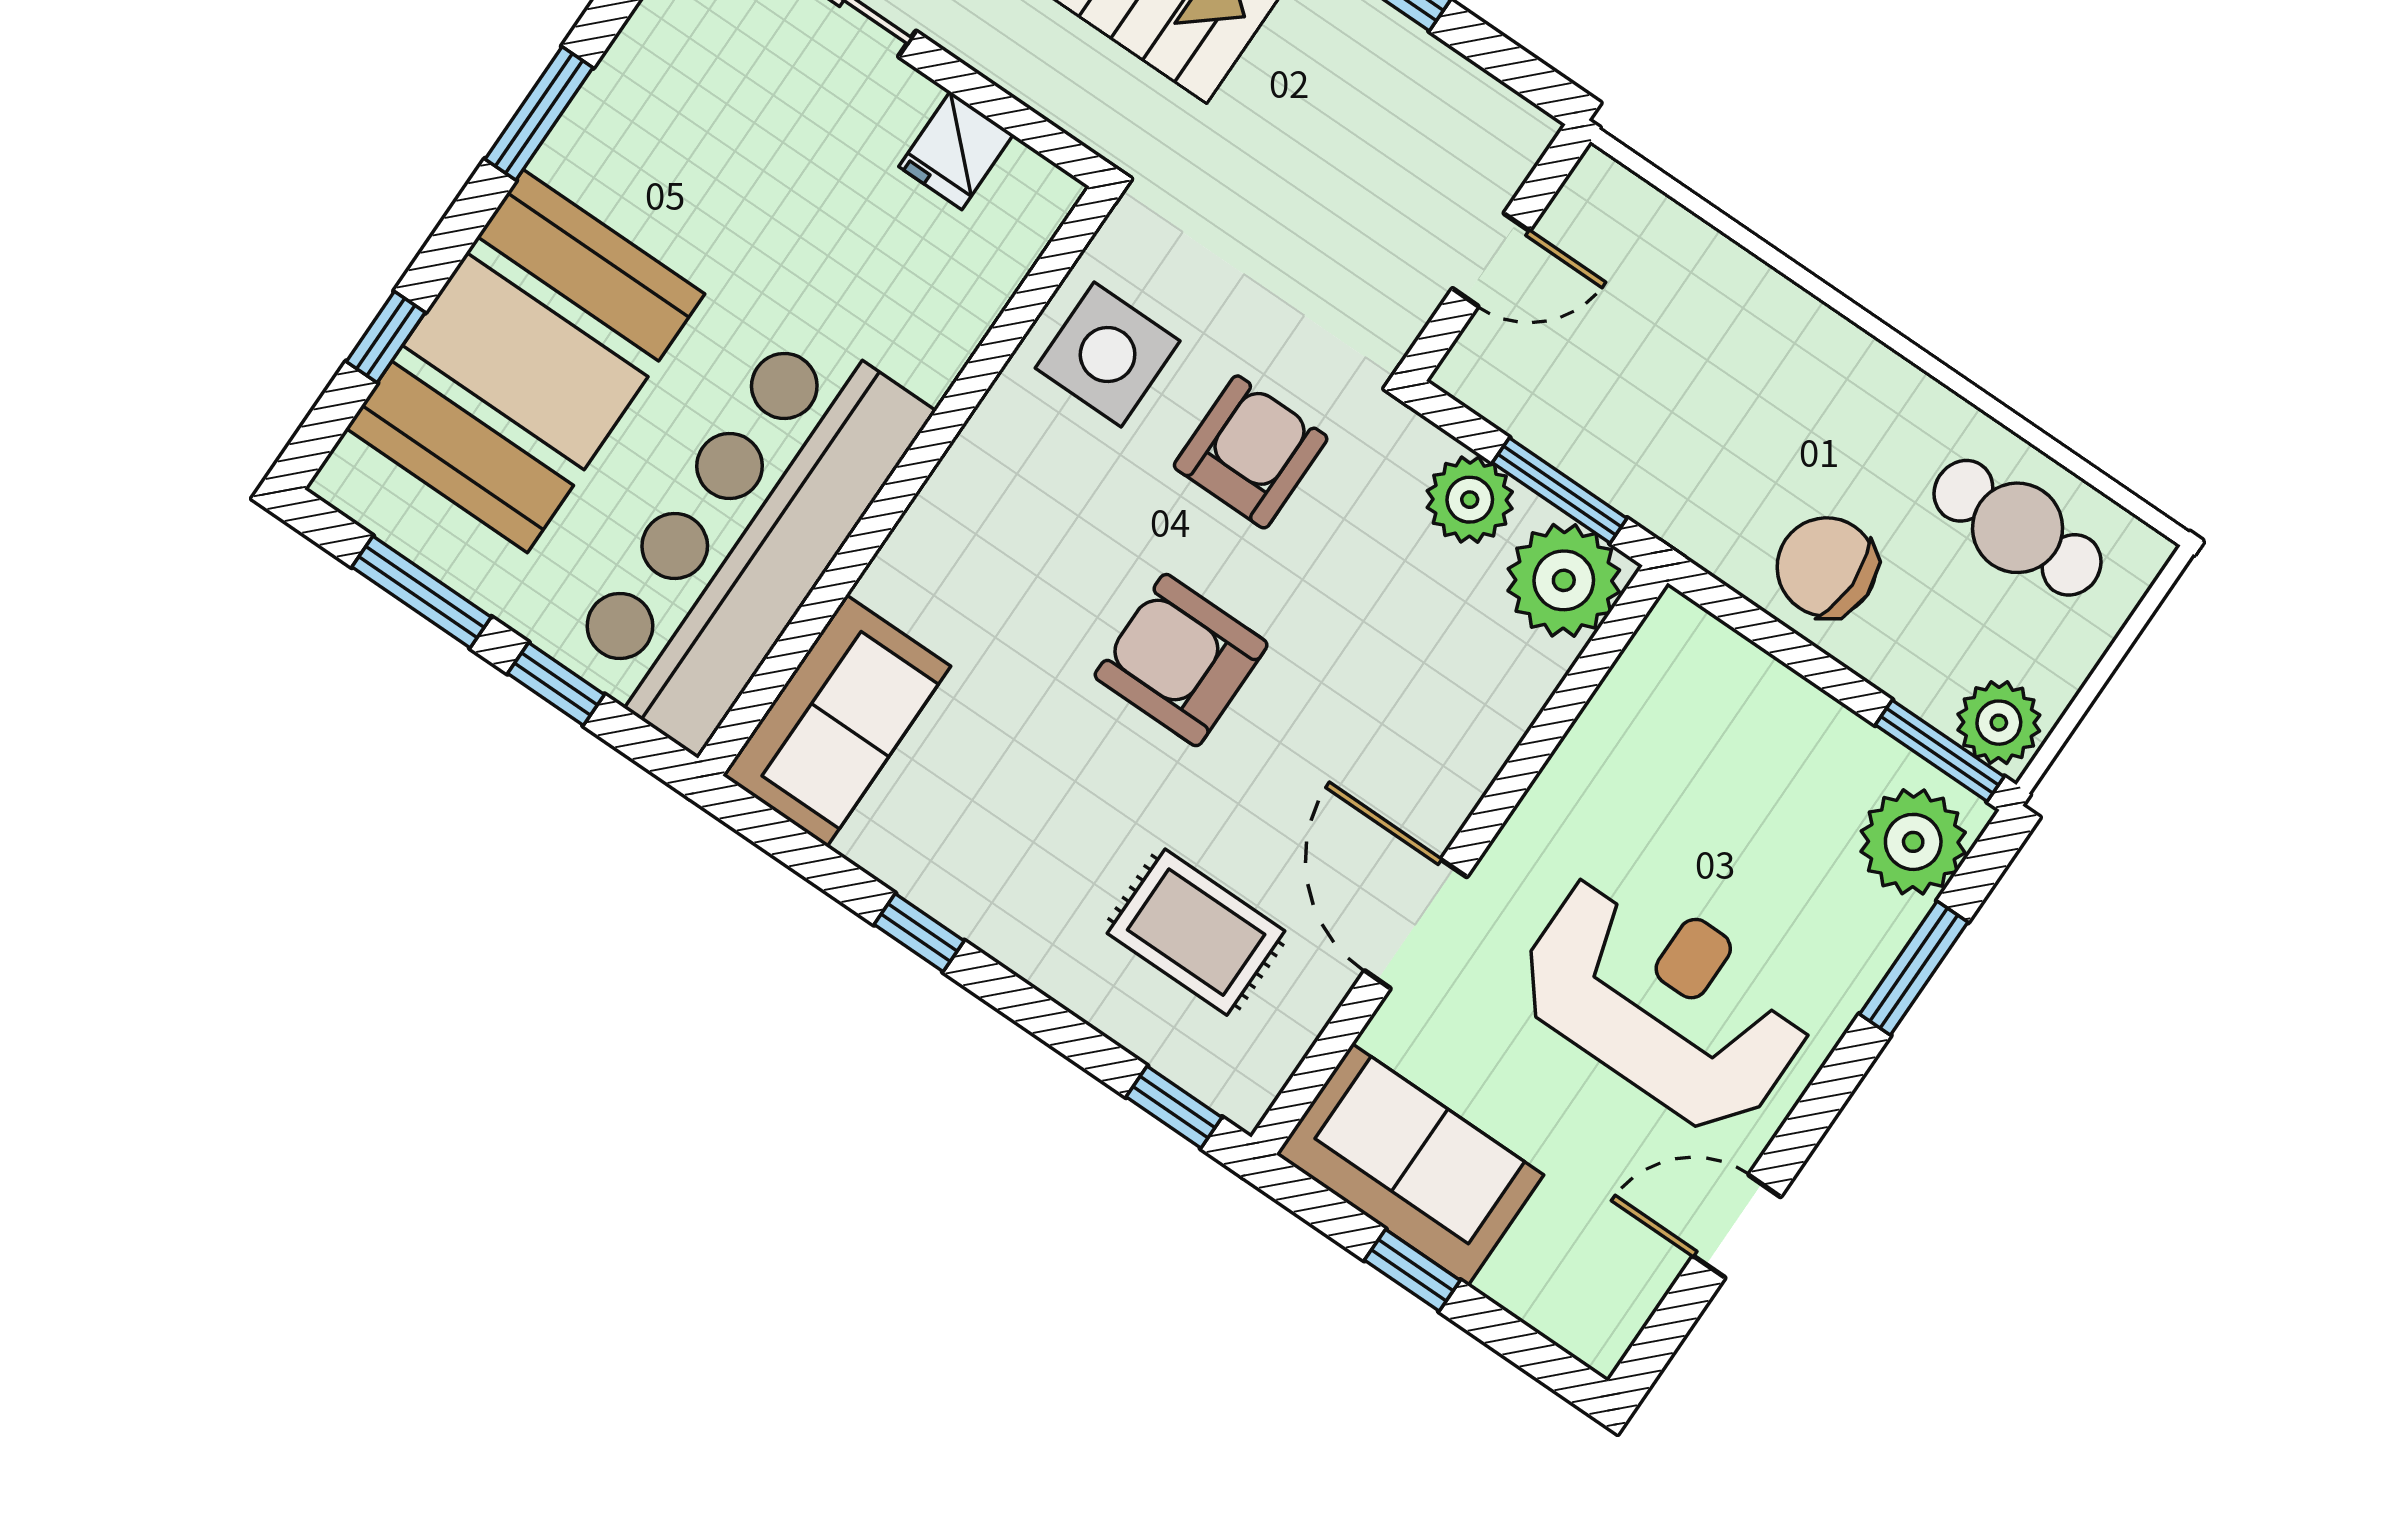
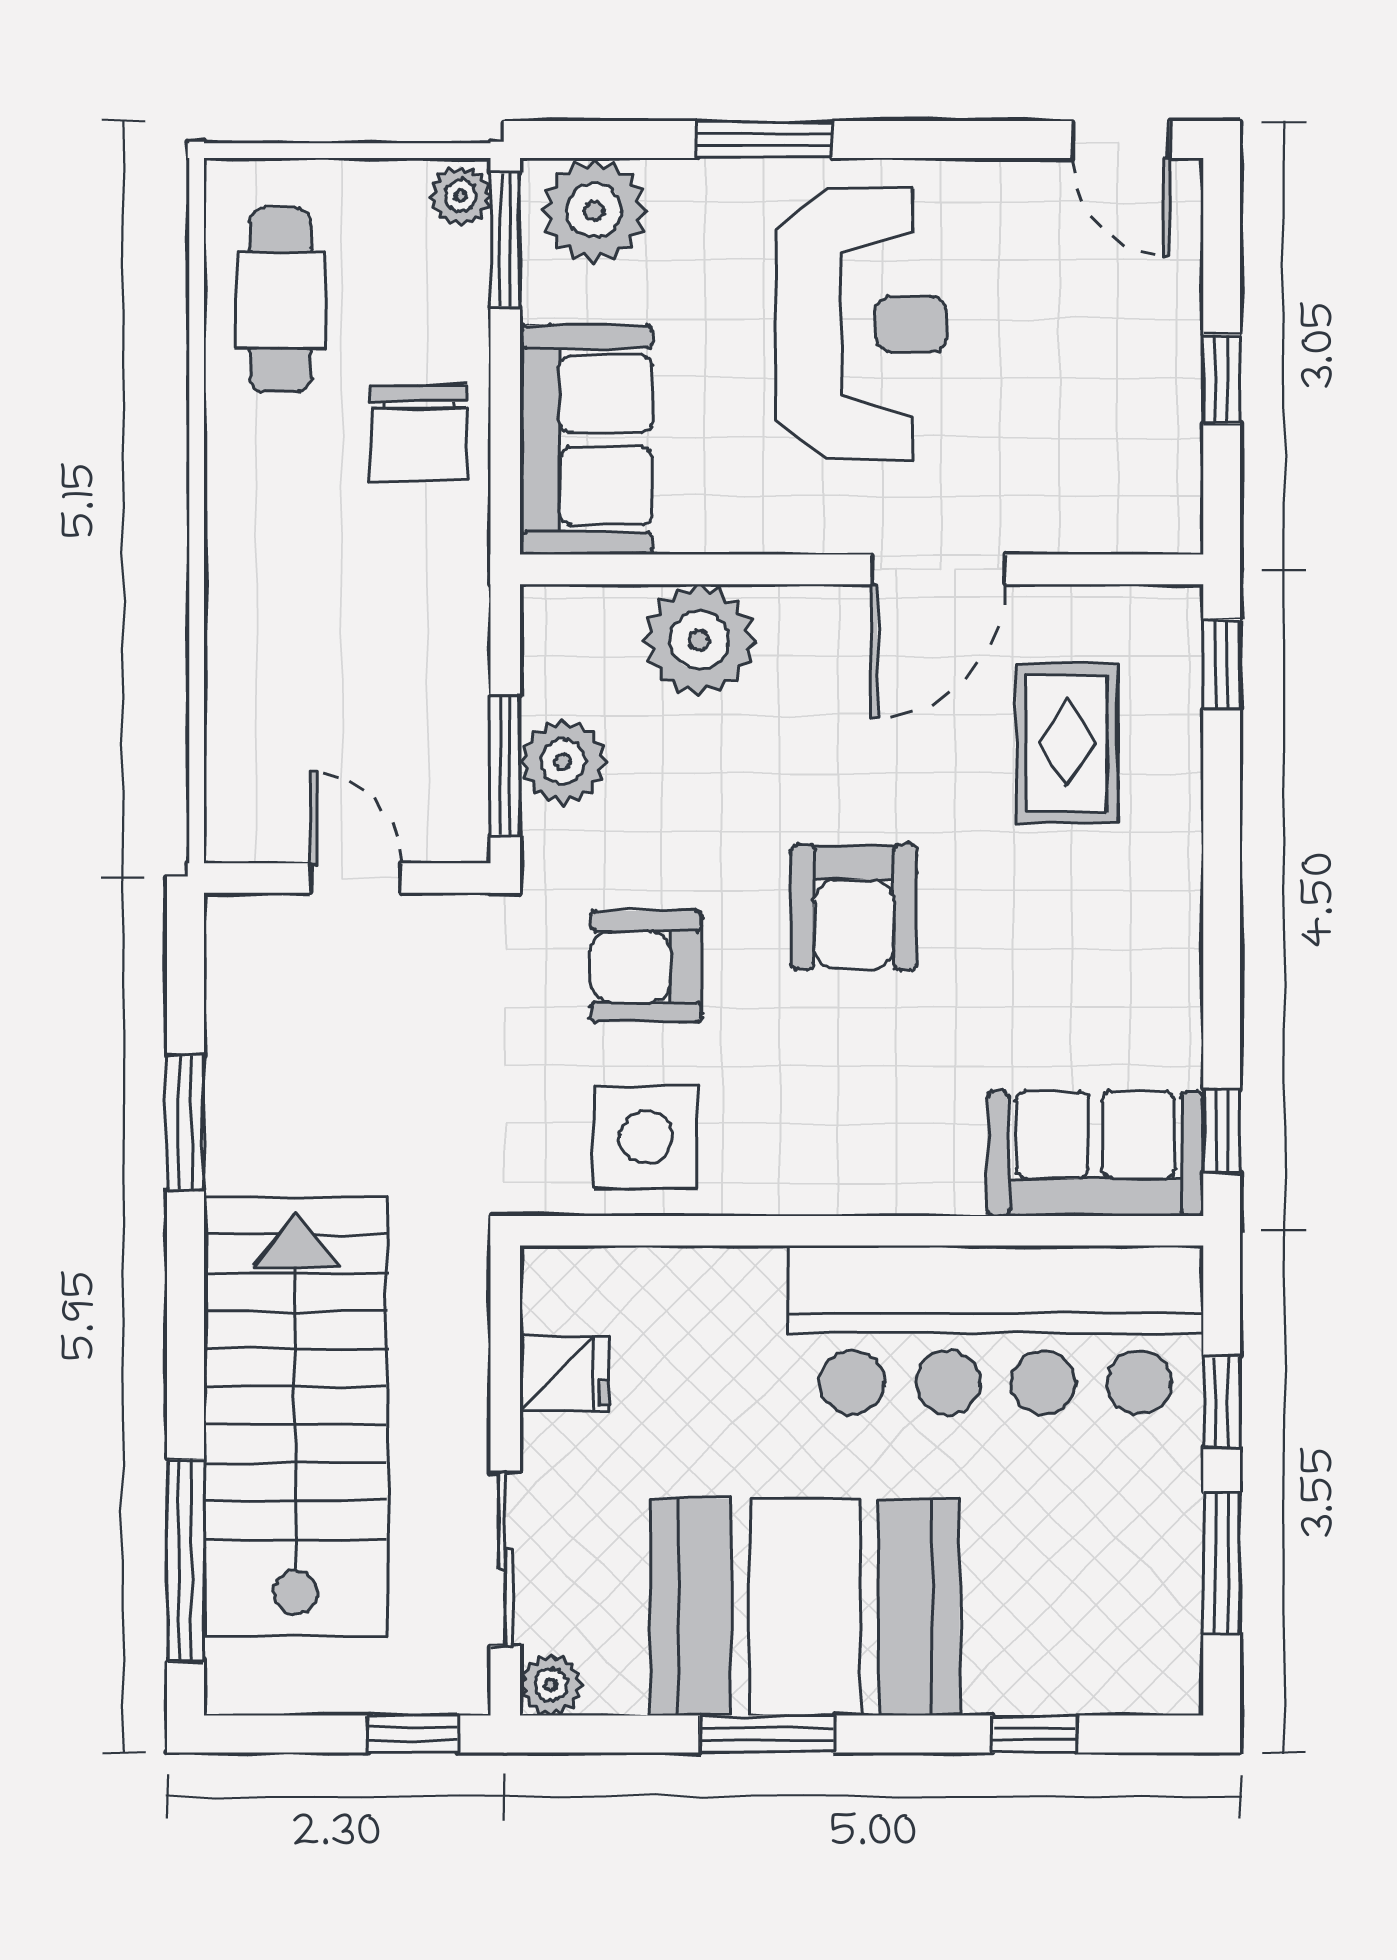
booth: (525, 361) -> (805, 1607), moved
window: (1560, 491) -> (505, 766), moved
plant: (1564, 580) -> (699, 640), moved
plant: (1999, 723) -> (461, 196), width x0.73, depth x0.73
window: (919, 933) -> (1222, 1131), moved
window: (1914, 968) -> (764, 140), moved
reception desk: (1665, 1000) -> (861, 324), turned 180
sofa: (1410, 1165) -> (586, 440), moved, turned 180
door: (1737, 1226) -> (1121, 140), moved

